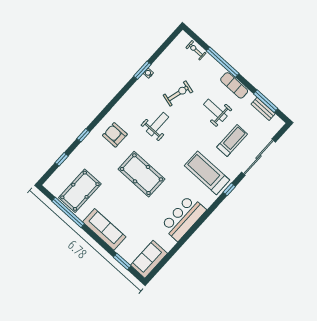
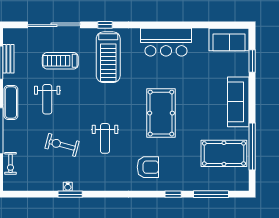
weight bench: (158, 124) -> (105, 138), turned -90
armchair: (115, 135) -> (148, 167), turned -90
window: (62, 159) -> (211, 194), width x2.17

